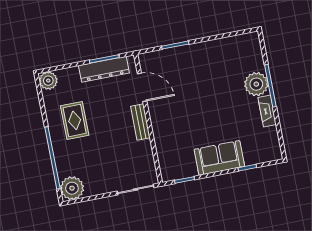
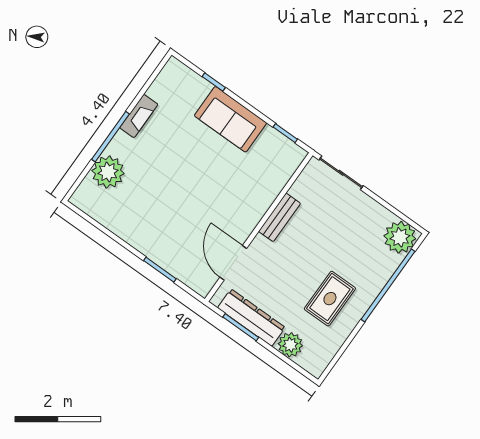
plant: (48, 81) -> (290, 345), moved
plant: (256, 84) -> (108, 172), moved
bench: (140, 122) -> (280, 217), moved

